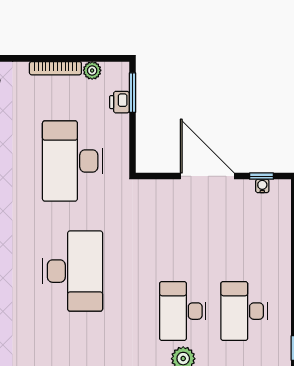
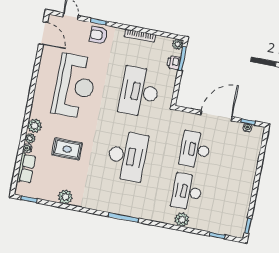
plant: (92, 70) -> (178, 44), moved
door: (207, 176) -> (216, 116), hinge flipped
desk: (244, 311) -> (195, 150), moved

